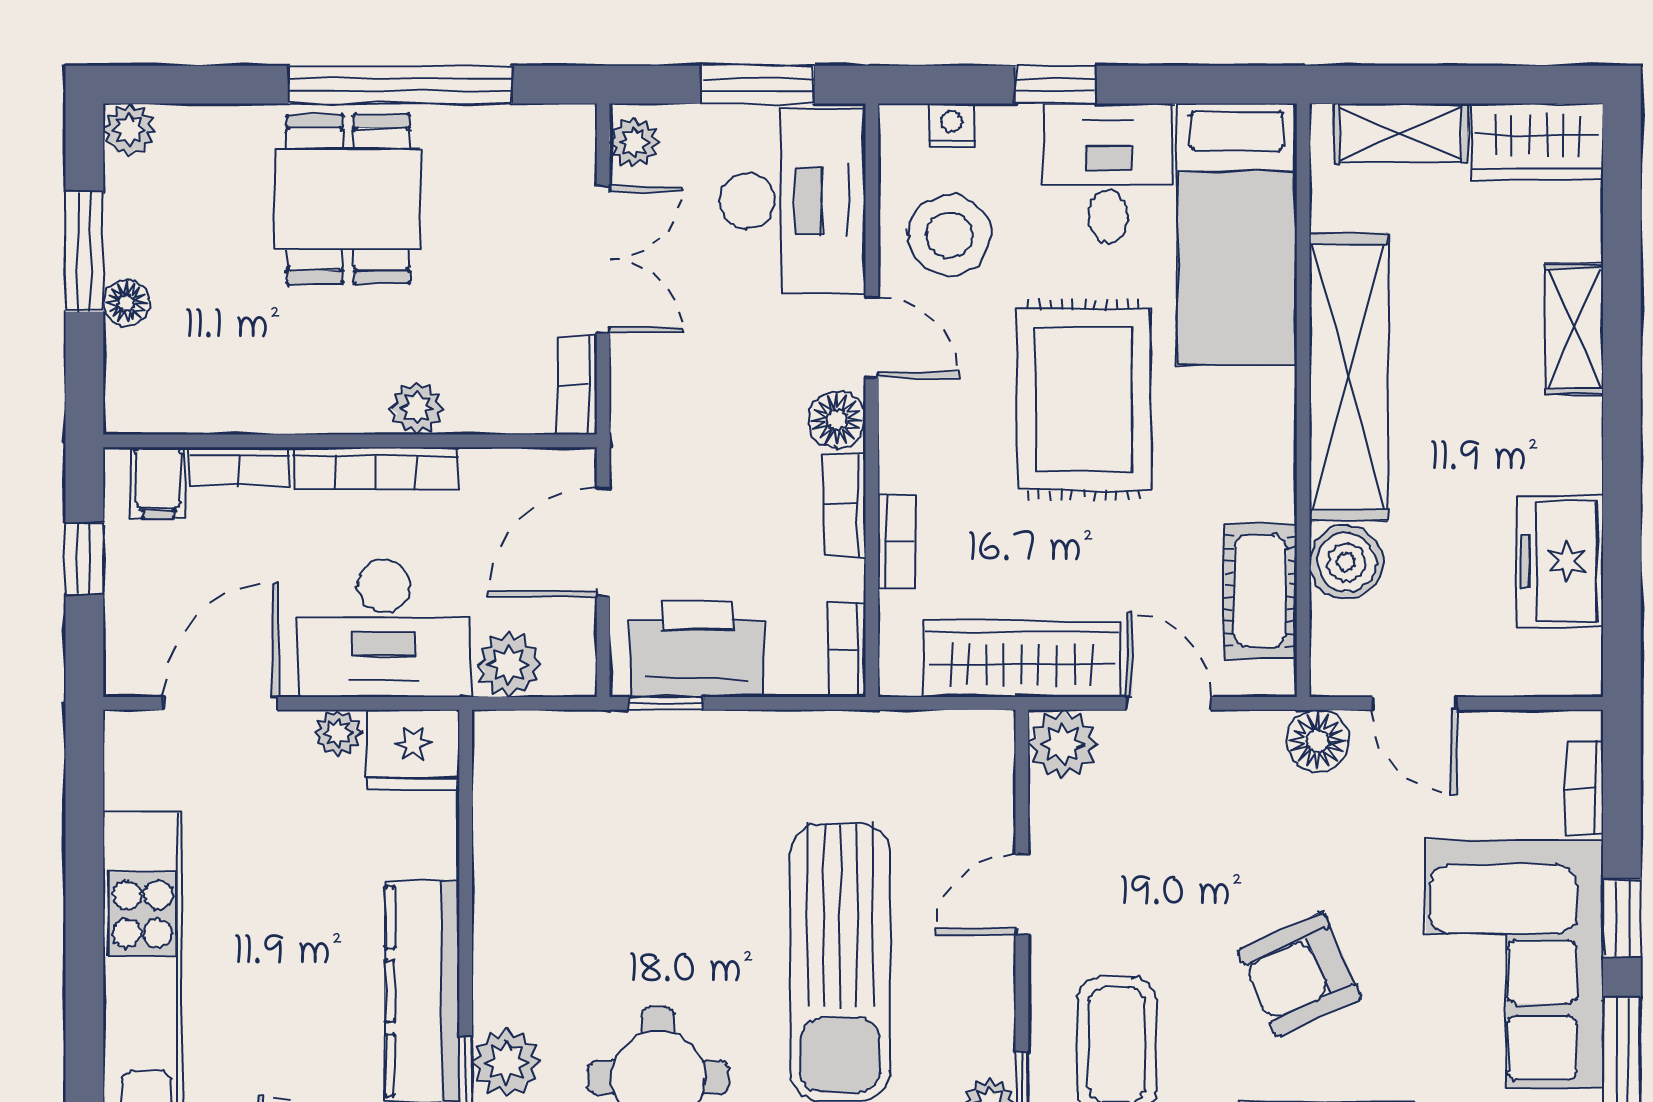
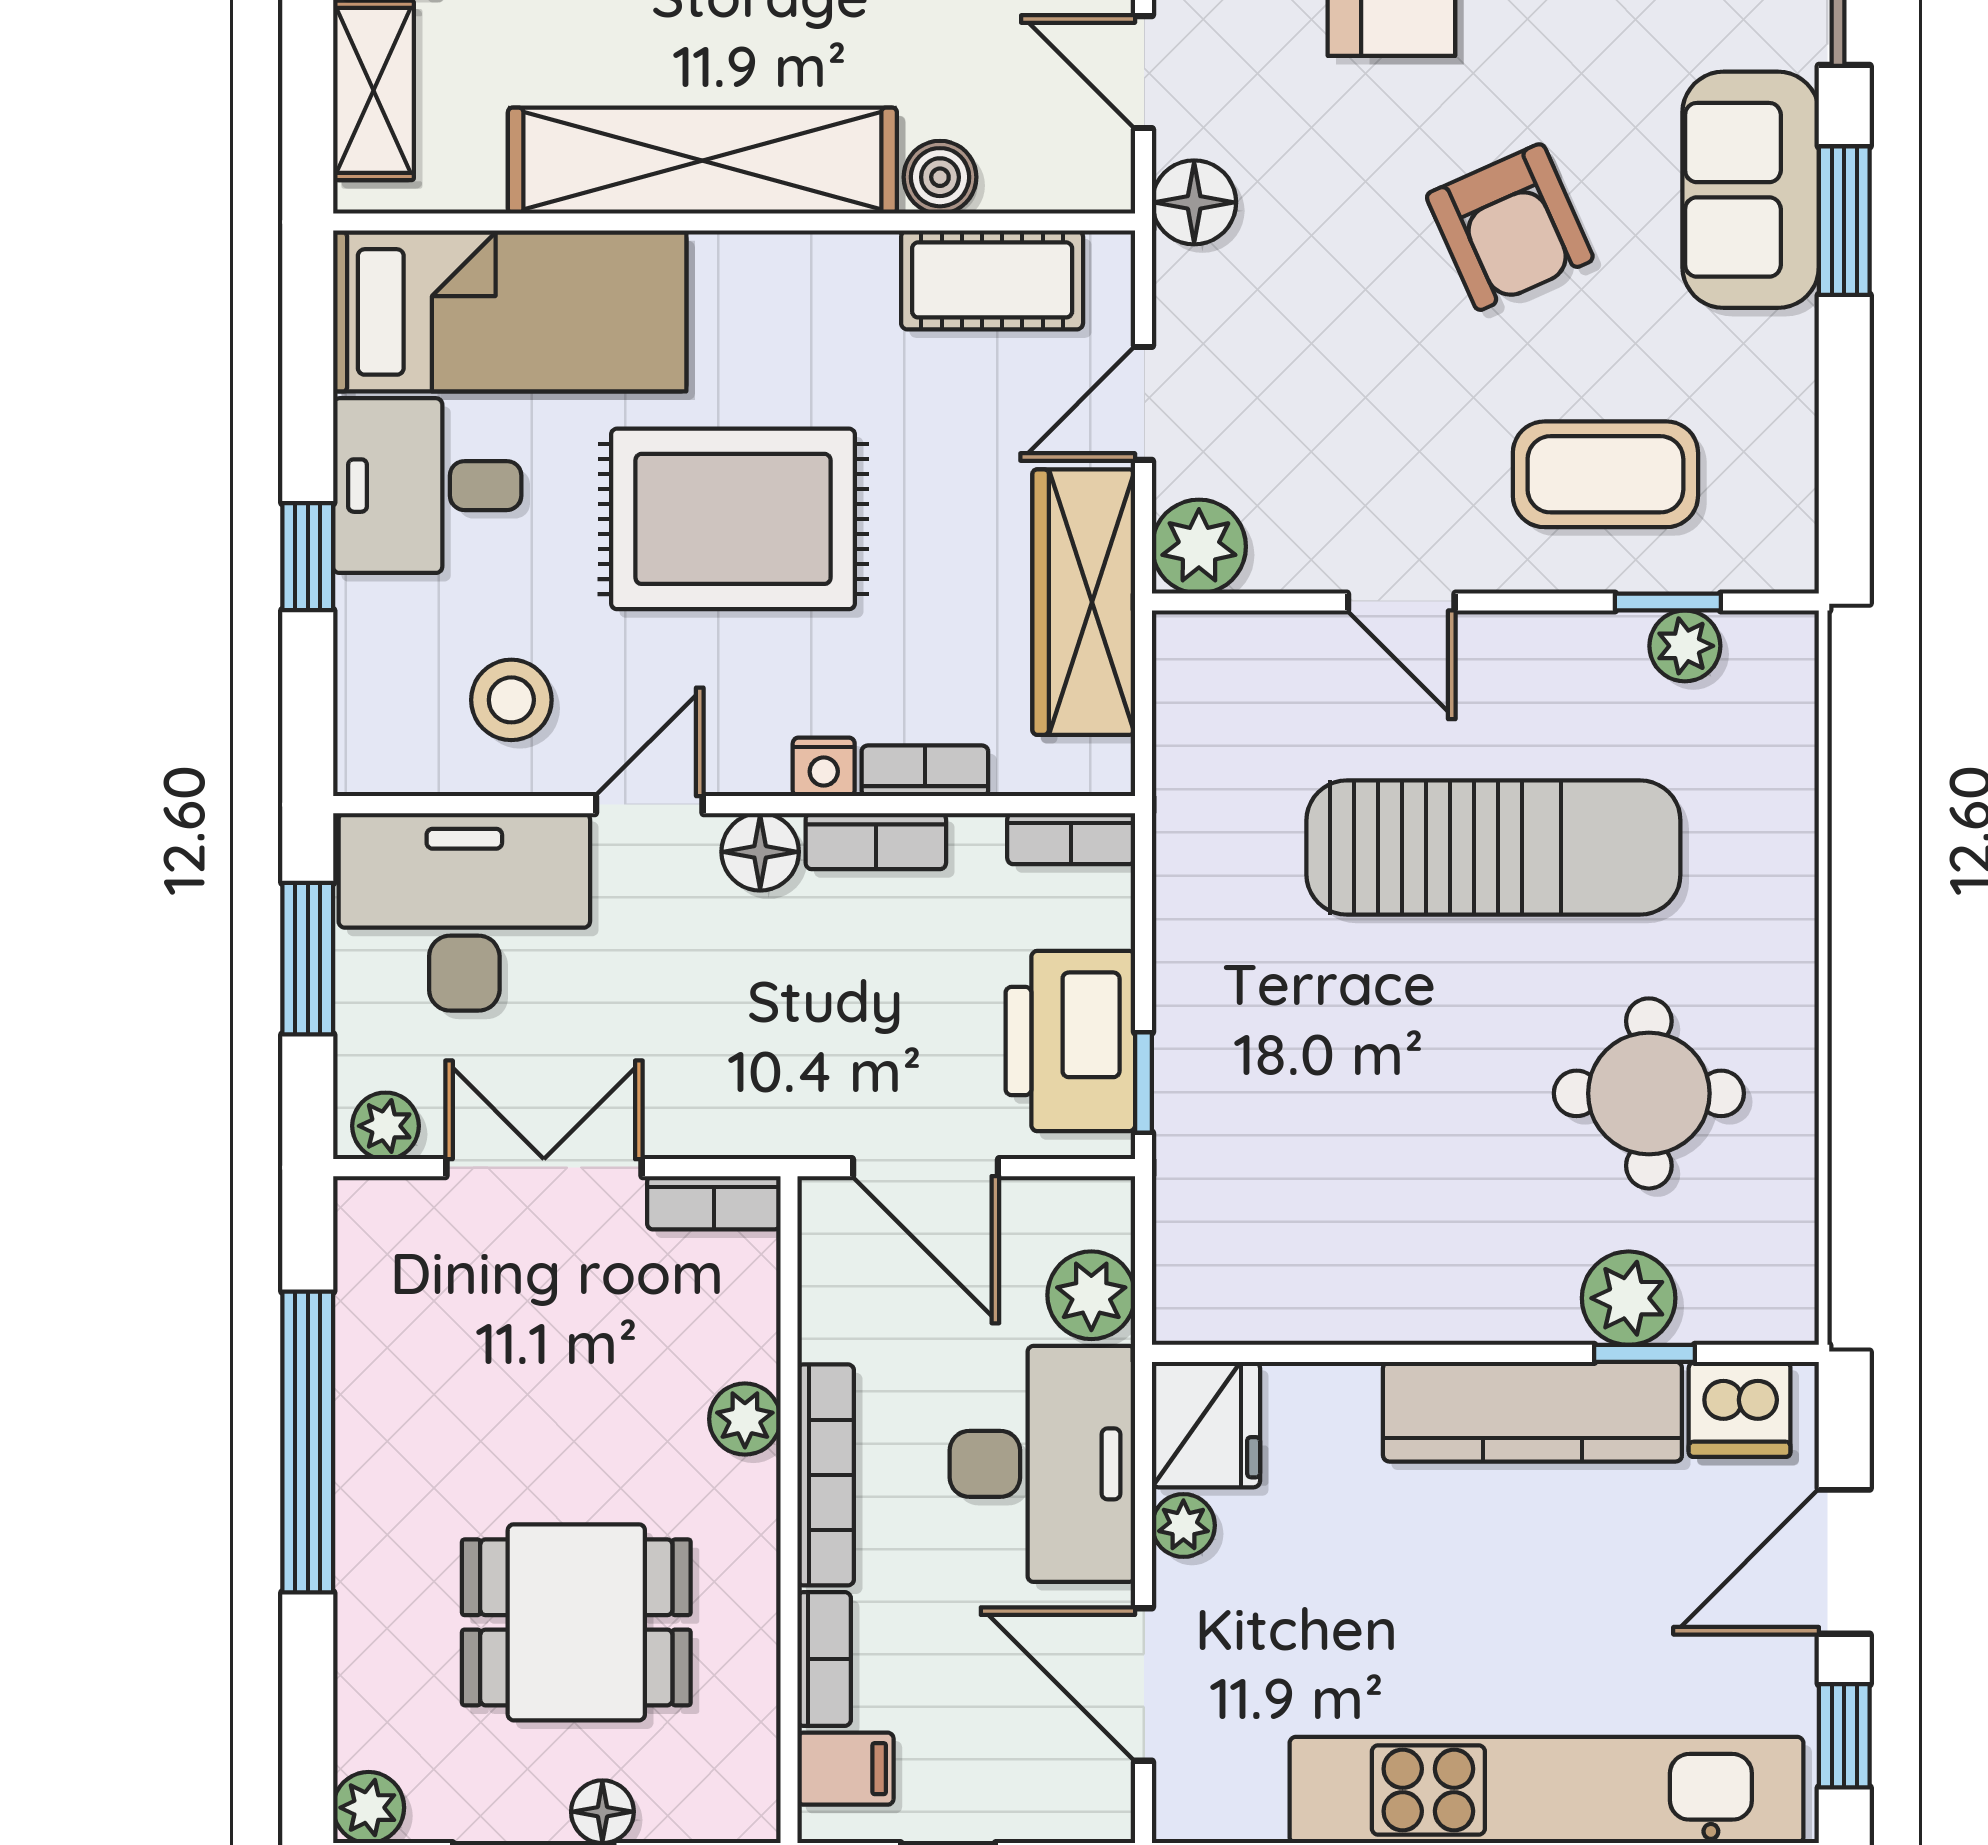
nightstand: (952, 125) -> (824, 767), moved, turned -90
dining table: (348, 199) -> (576, 1622), moved
stool: (949, 235) -> (511, 700), width x0.73, depth x0.73
boiler: (1346, 562) -> (940, 177), width x0.73, depth x0.73
door: (1414, 703) -> (1144, 72), swing flipped

